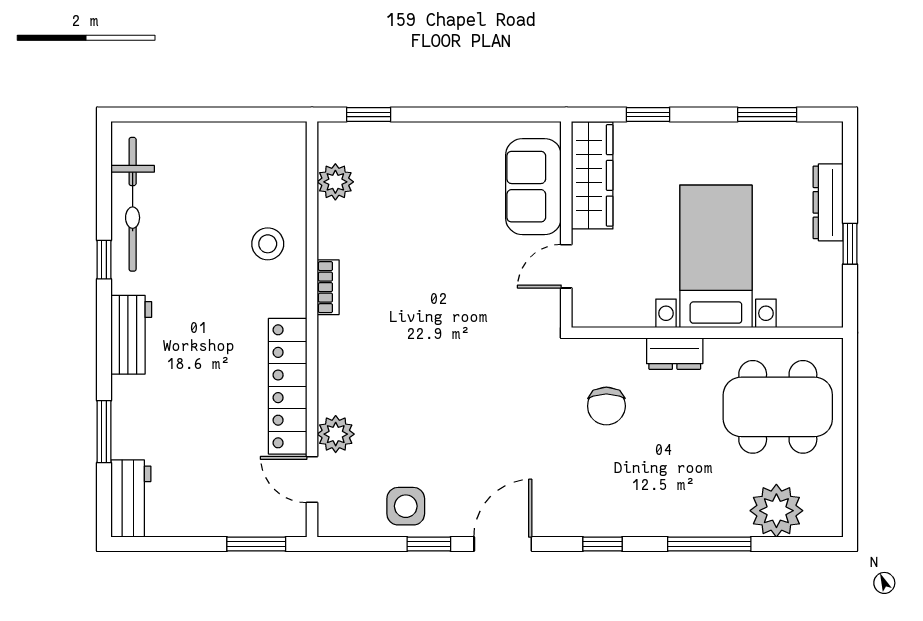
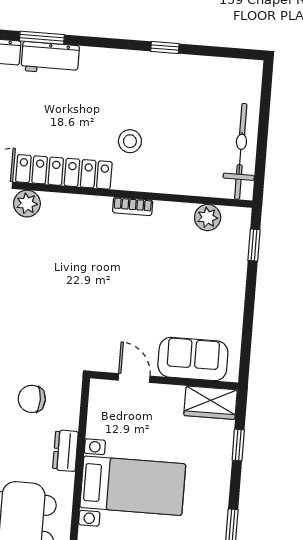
wardrobe: (592, 175) -> (210, 403), width x0.67
bicycle: (133, 204) -> (241, 151), moved, turned 90
stool: (268, 244) -> (130, 141), moved
workbench: (131, 335) -> (50, 58), moved

